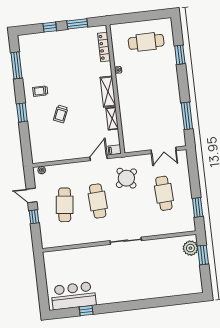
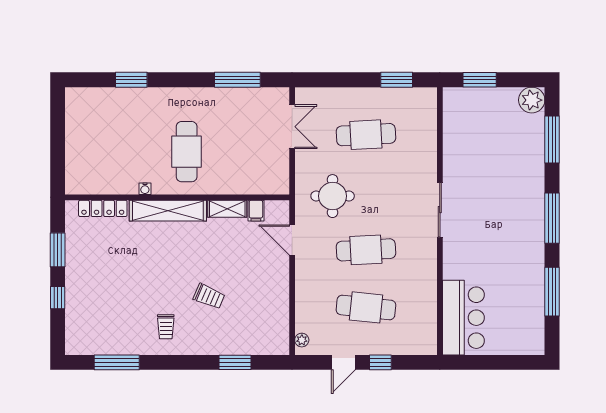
cafe table: (146, 42) -> (187, 152), moved
shelving: (108, 92) -> (168, 211), width x1.47
window: (22, 113) -> (235, 362), moved
filing cabinet: (115, 150) -> (256, 211), moved
round table: (126, 178) -> (333, 196), turned 36
plant: (190, 248) -> (532, 100), moved
bar counter: (73, 296) -> (463, 318), moved, turned 180
window: (173, 300) -> (552, 139), added
window: (128, 306) -> (552, 218), added
window: (86, 311) -> (552, 292), width x2.17

